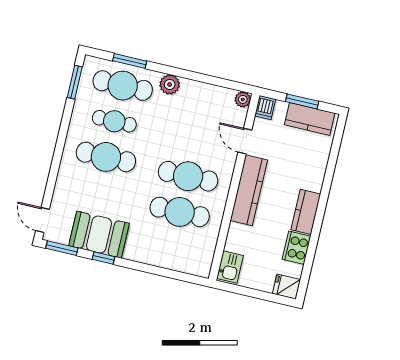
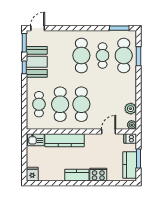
plant: (170, 84) -> (131, 109), moved
kitchen counter: (249, 190) -> (65, 140), moved
cafe table: (171, 248) -> (39, 104), added
cooker: (296, 248) -> (98, 175), moved

